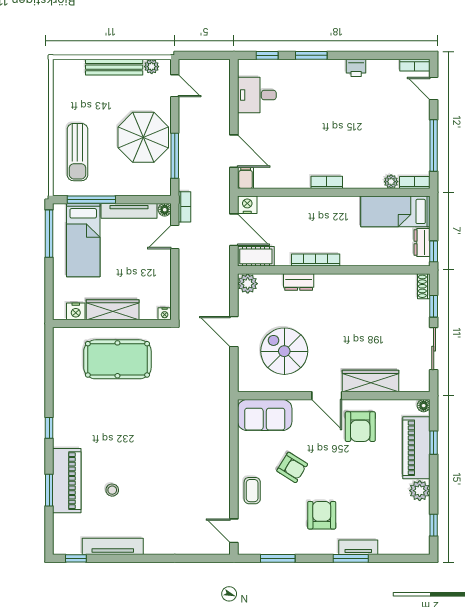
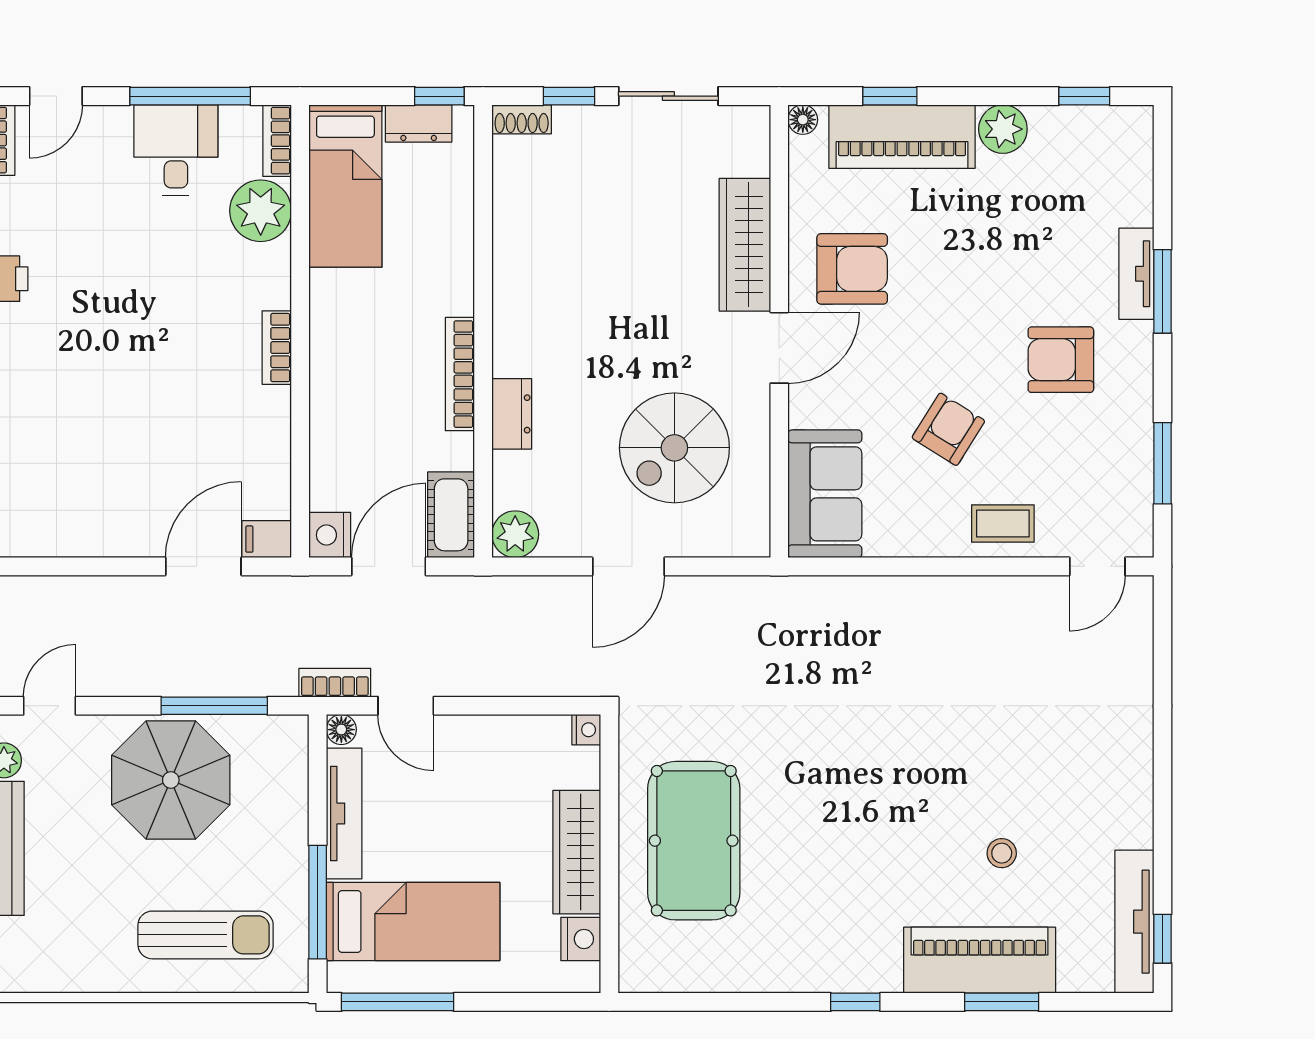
desk: (257, 95) -> (176, 150), moved, turned 180
plant: (391, 182) -> (261, 211), width x1.88, depth x1.88
tv unit: (113, 546) -> (1134, 922), moved

